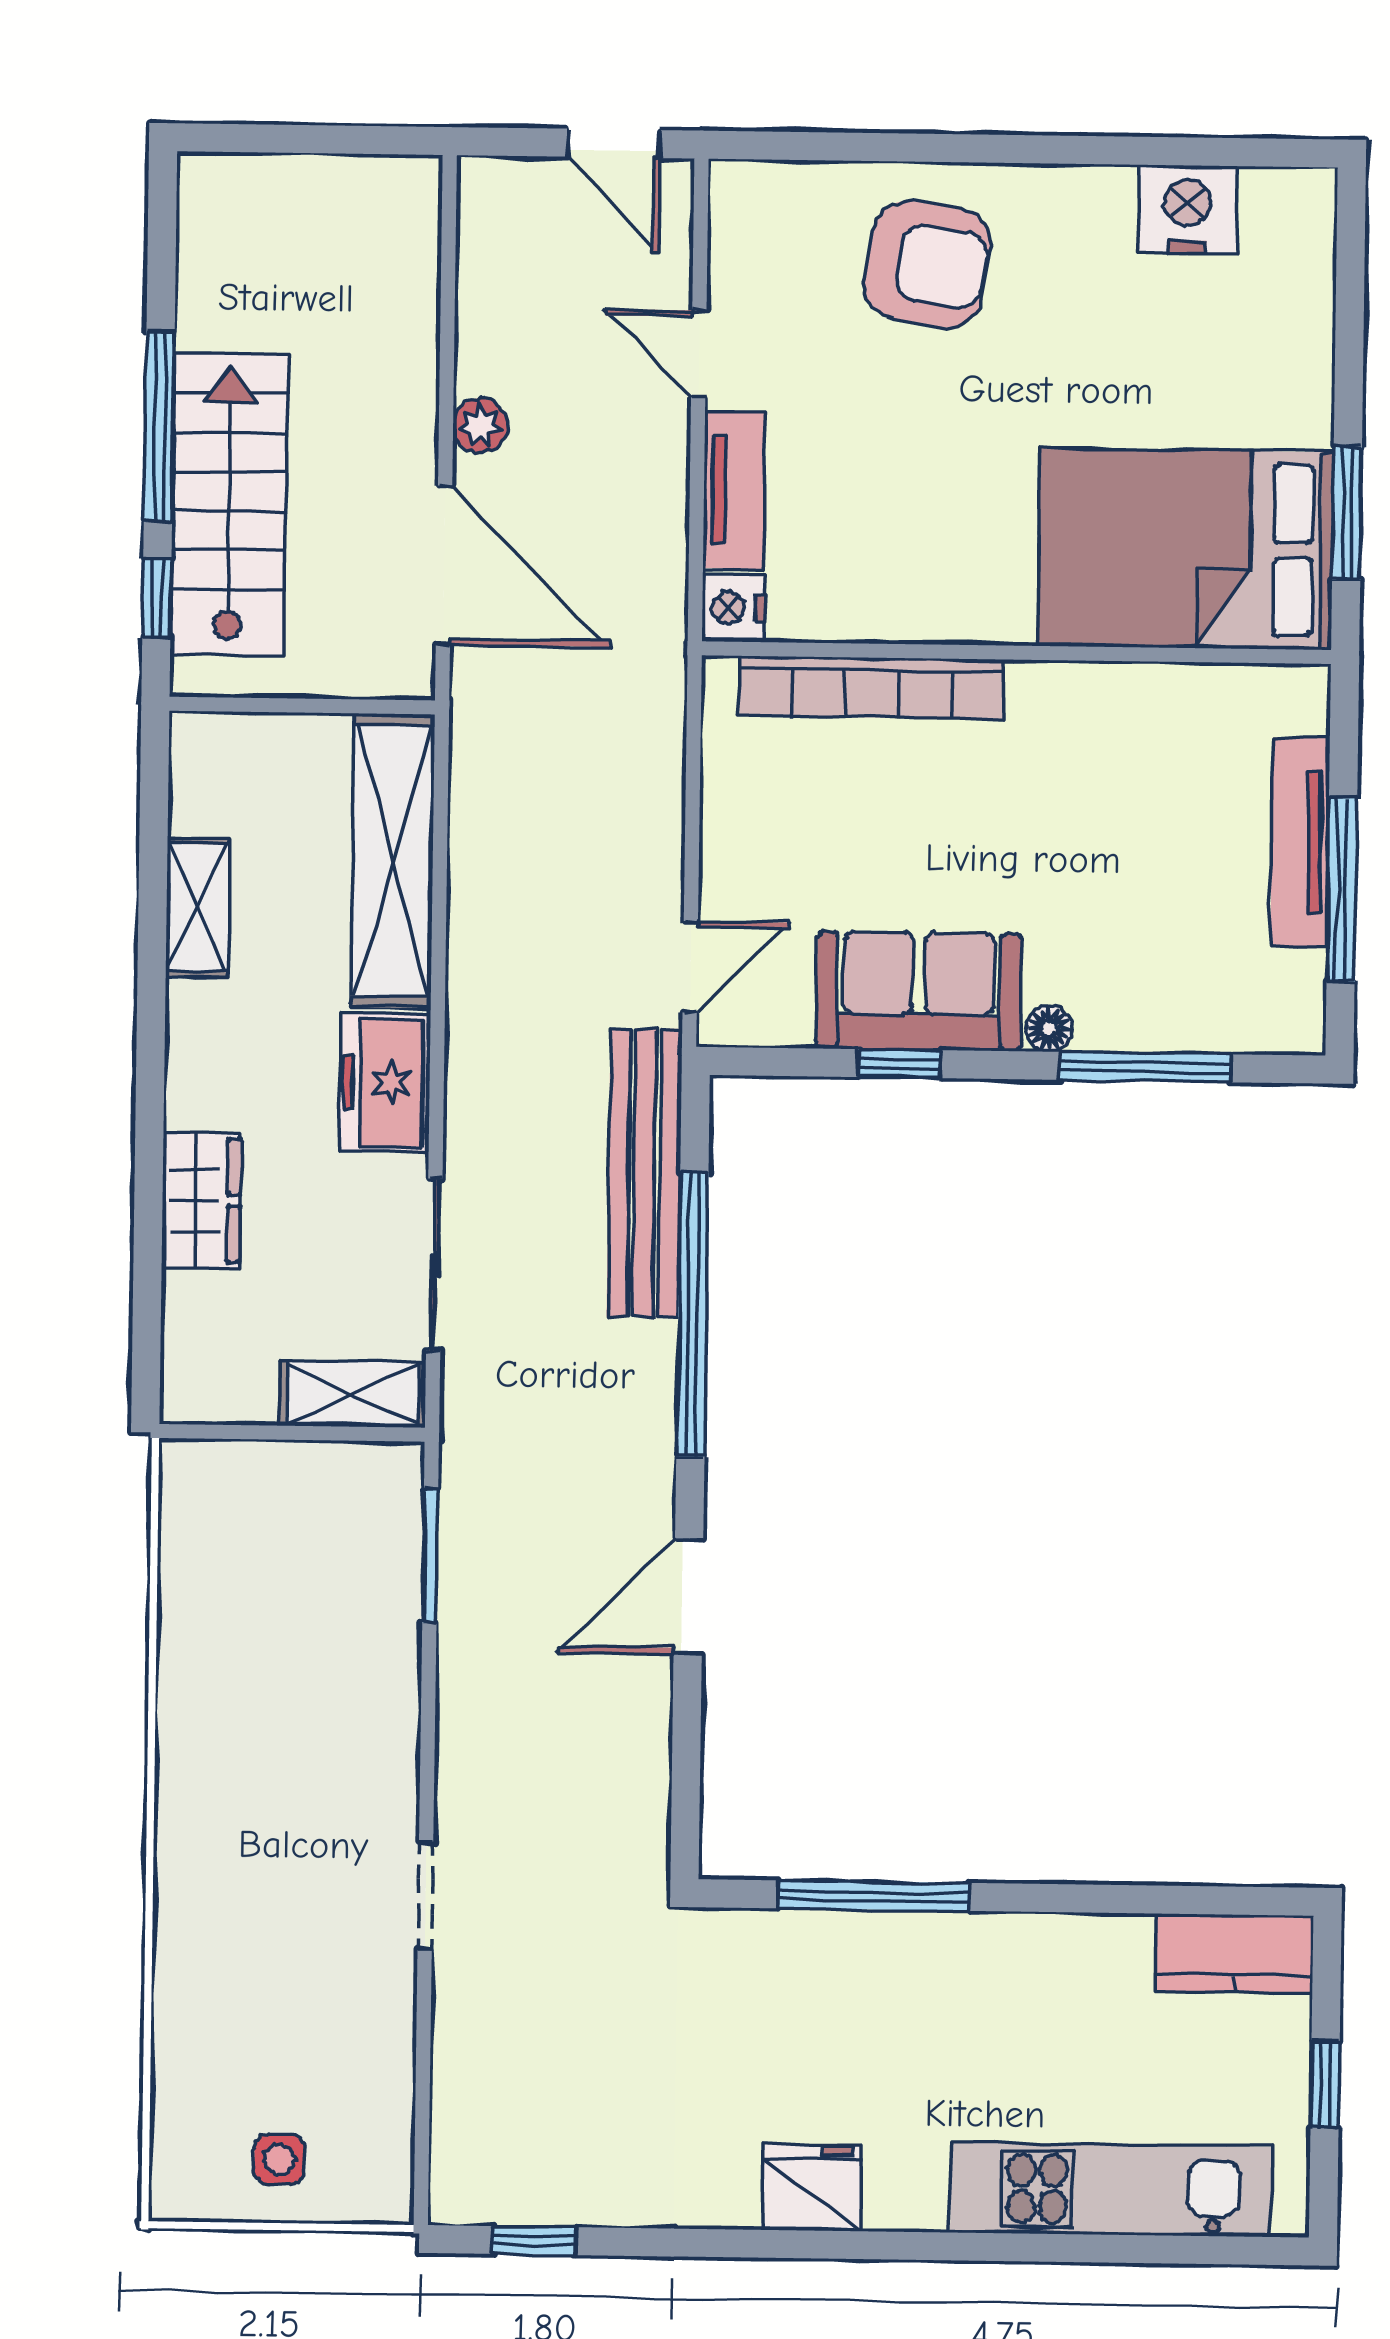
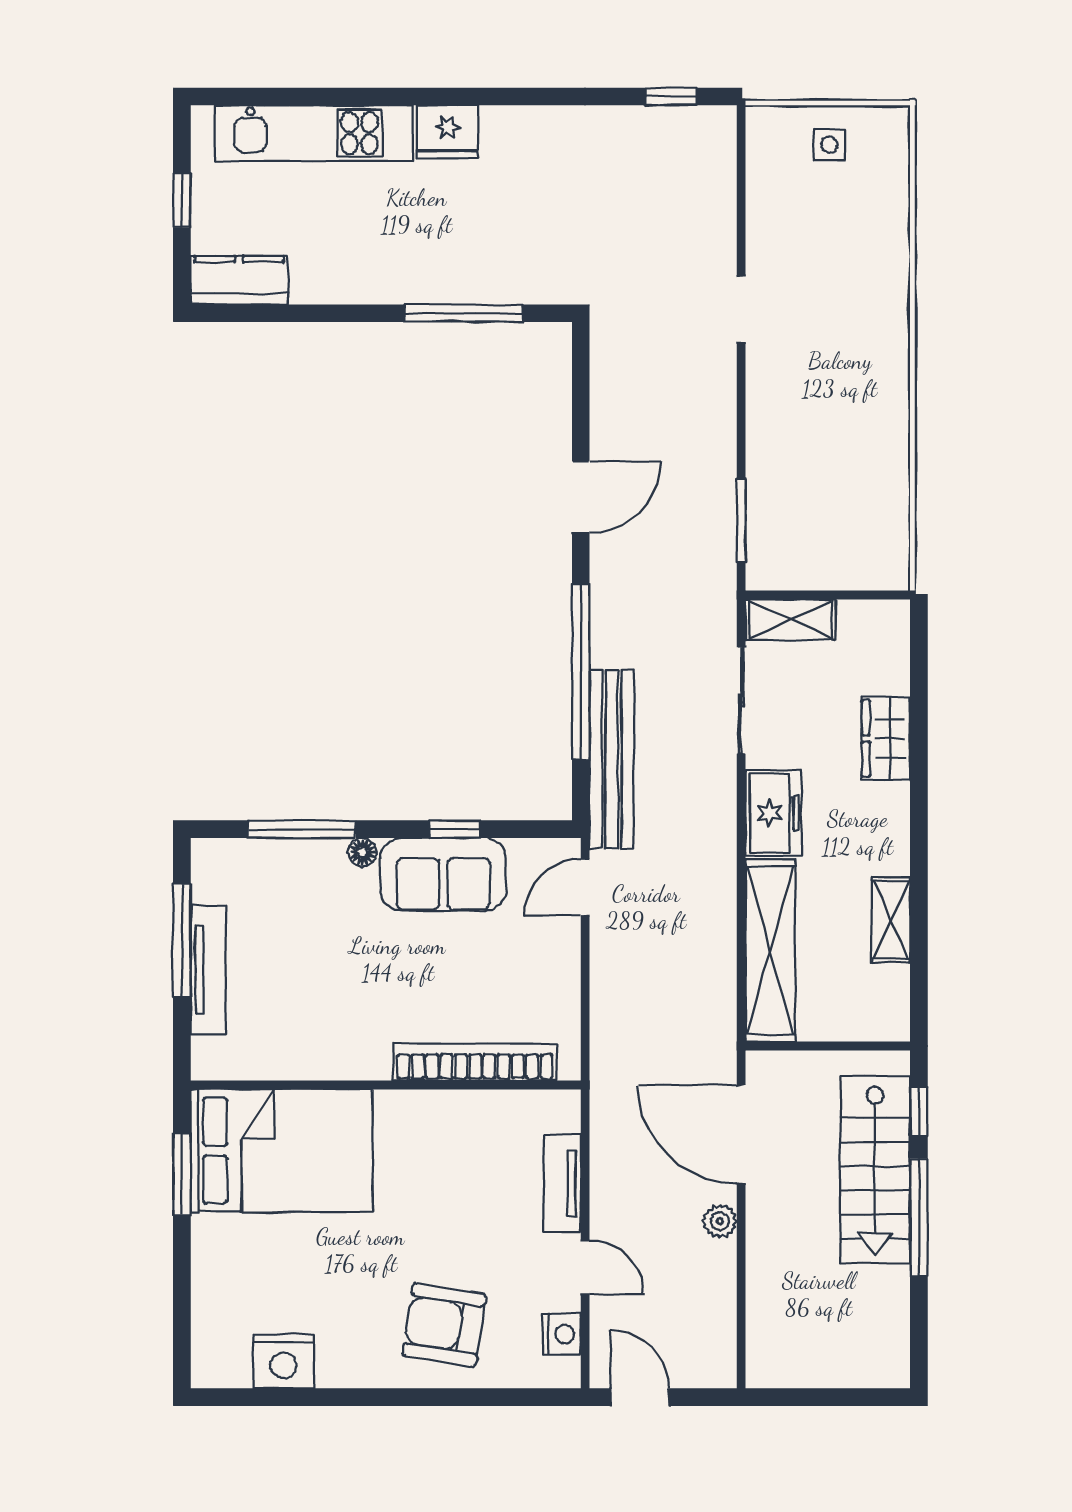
nightstand: (733, 608) -> (562, 1334), moved
fridge: (812, 2188) -> (447, 132), moved

